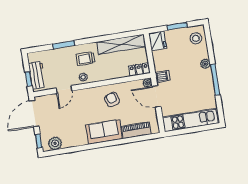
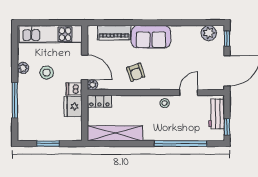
stool: (196, 38) -> (47, 73), moved
fridge: (157, 41) -> (73, 106), moved
window: (64, 45) -> (181, 144), width x2.11
trolley: (86, 59) -> (158, 124), removed
plant: (205, 64) -> (23, 68), moved
window: (29, 79) -> (227, 127), moved
window: (215, 79) -> (15, 100), moved

